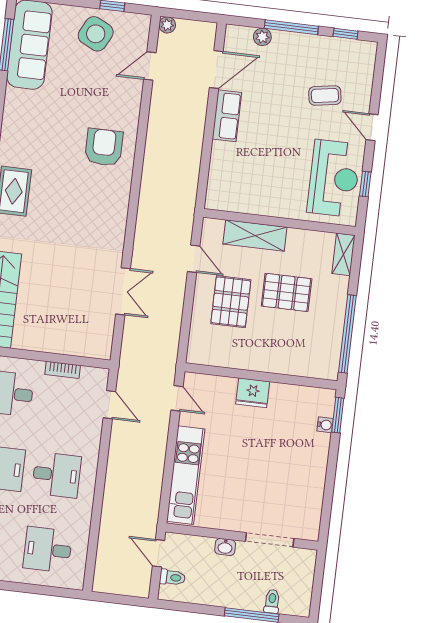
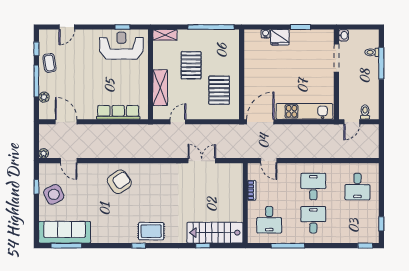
side table: (96, 34) -> (54, 194), turned 38
coffee table: (325, 96) -> (49, 63), moved
row of seats: (227, 116) -> (118, 112), moved, width x1.48
door: (372, 127) -> (67, 27), moved
armchair: (104, 147) -> (119, 182), turned 146
pallet: (231, 302) -> (219, 90), moved, turned 90
fridge: (253, 393) -> (280, 37), moved, turned 90
door: (177, 398) -> (260, 122), width x1.87
door: (109, 405) -> (269, 161), swing flipped
window: (338, 415) -> (301, 27), moved
washbasin: (225, 547) -> (344, 35), moved

